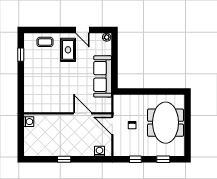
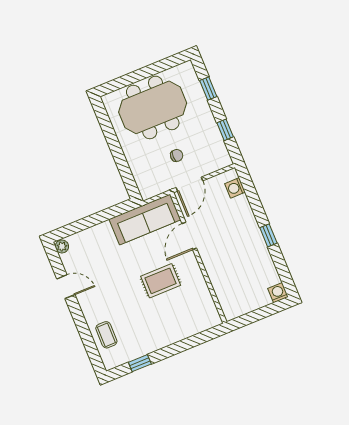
door: (82, 30) -> (66, 287), hinge flipped
rug: (68, 50) -> (161, 281), moved
sofa: (103, 76) -> (145, 219), moved
washing machine: (29, 122) -> (278, 293), moved

